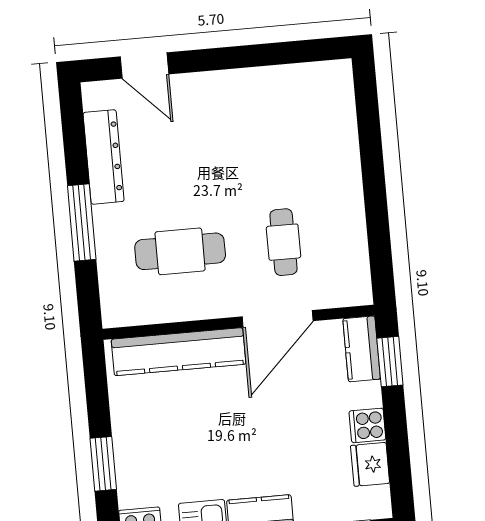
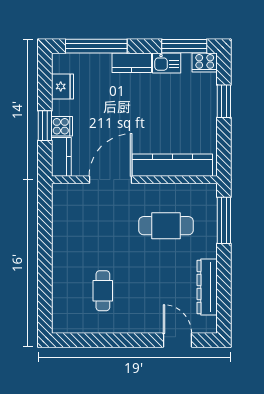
window: (82, 222) -> (224, 220), moved
cafe table: (283, 242) -> (103, 291), moved
window: (390, 362) -> (45, 126), moved
cooker: (367, 425) -> (62, 126), moved

